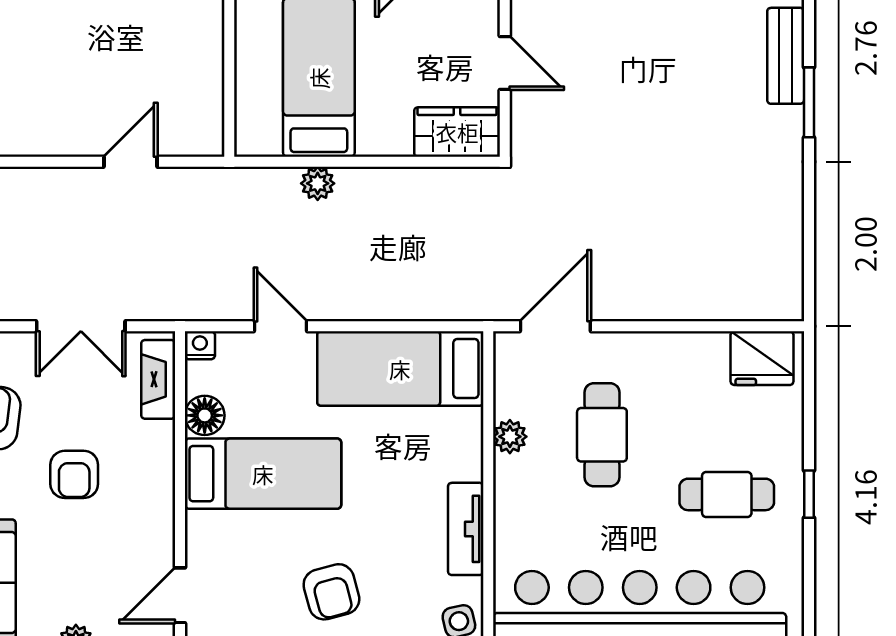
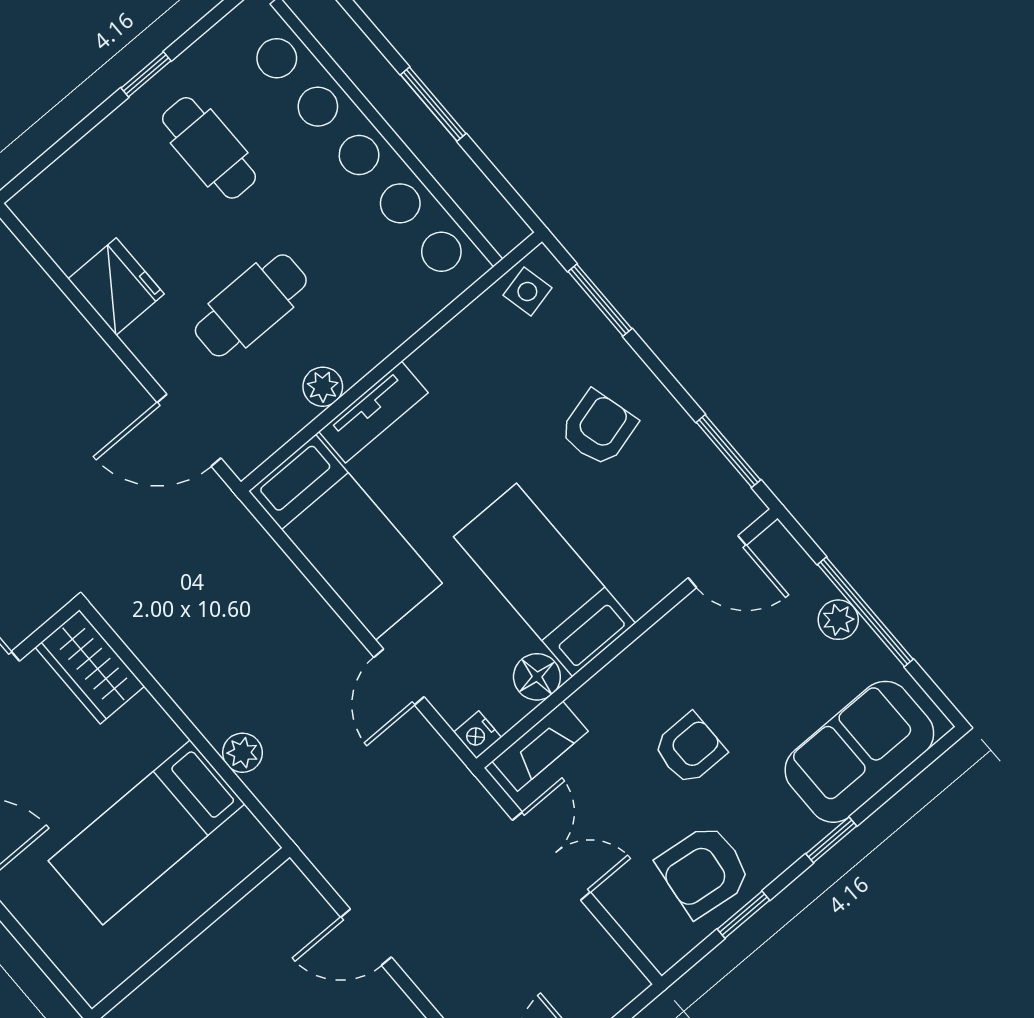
fridge: (762, 358) -> (116, 286), moved
tv unit: (466, 529) -> (373, 412), moved

